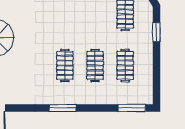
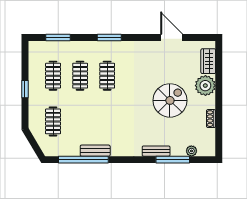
window: (156, 32) -> (25, 89), moved
window: (132, 108) -> (58, 37), moved

